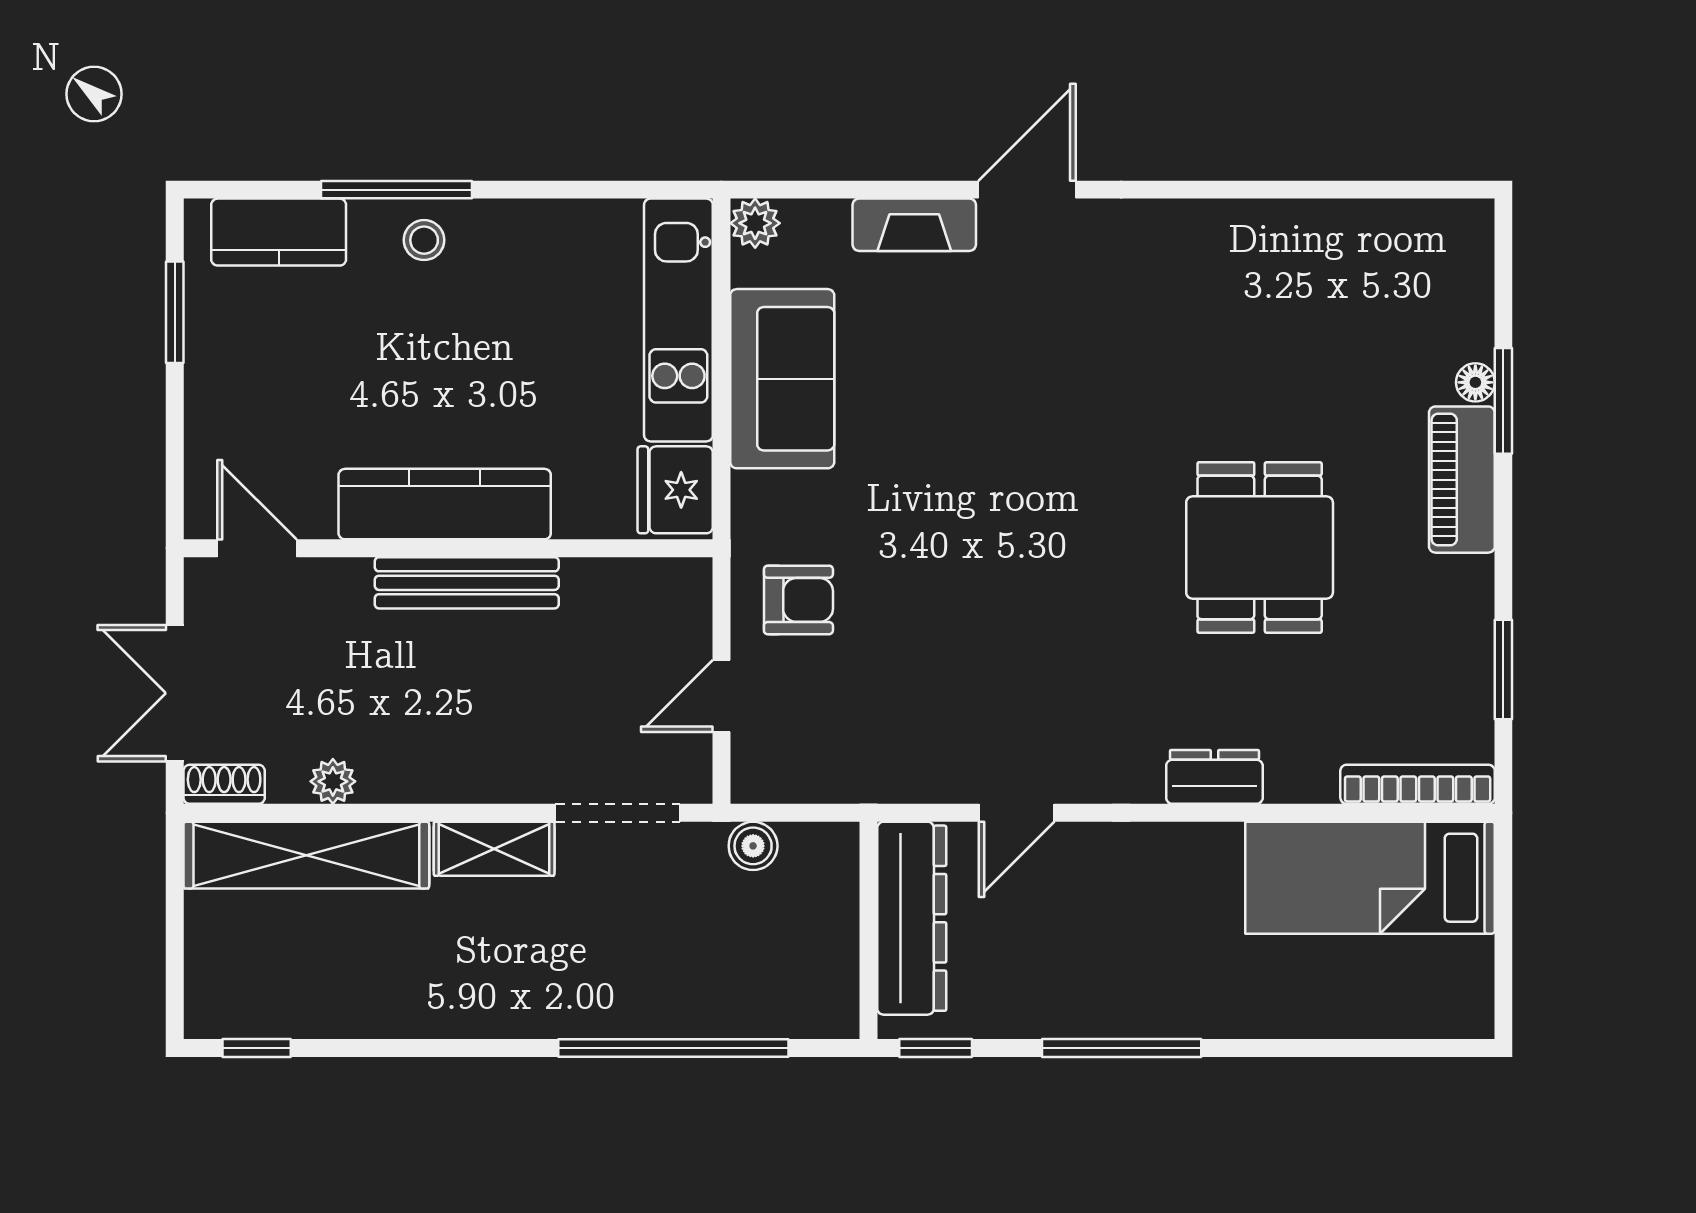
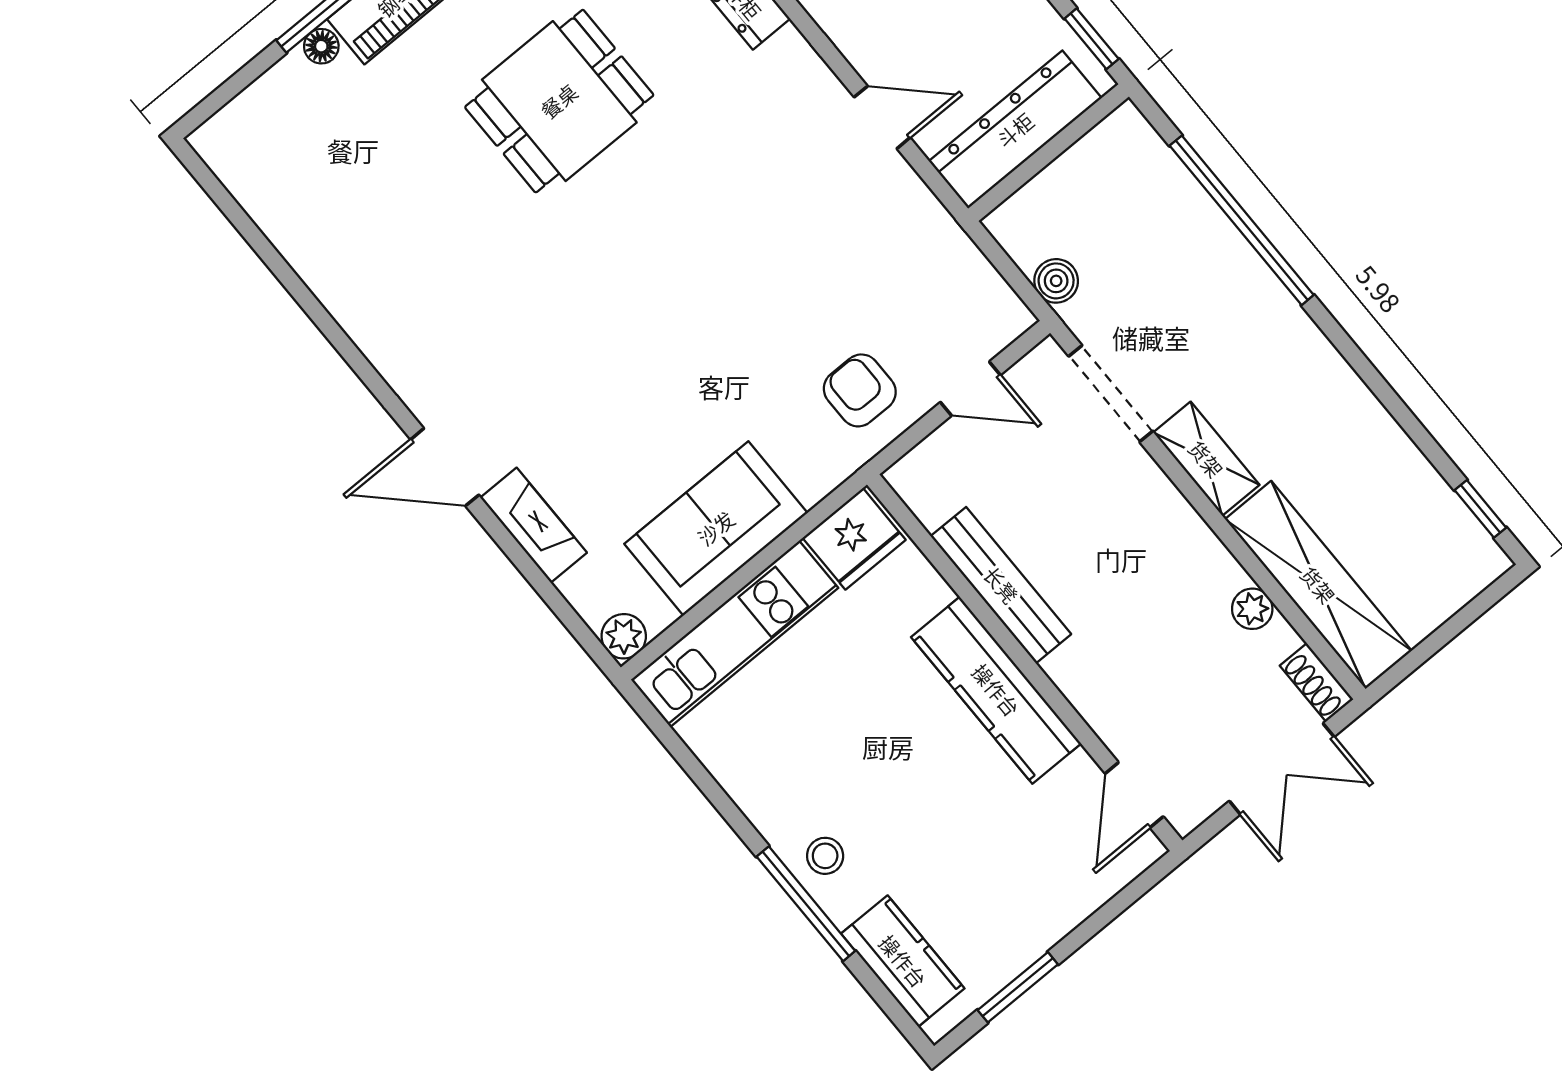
bench: (467, 583) -> (1001, 585), moved

